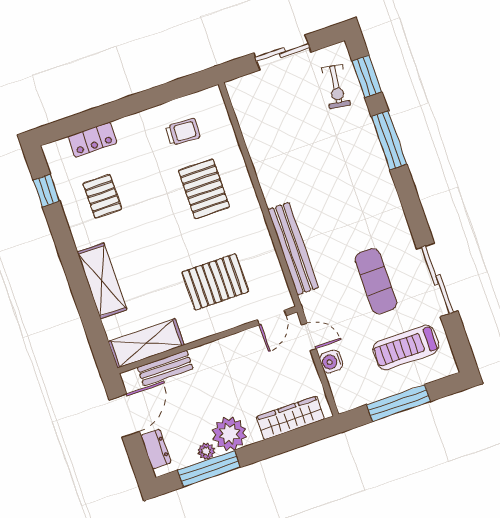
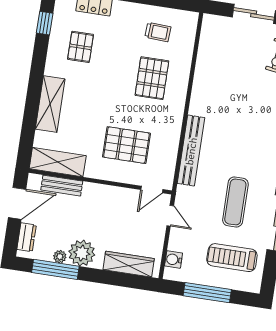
water cooler: (331, 362) -> (174, 260), moved

